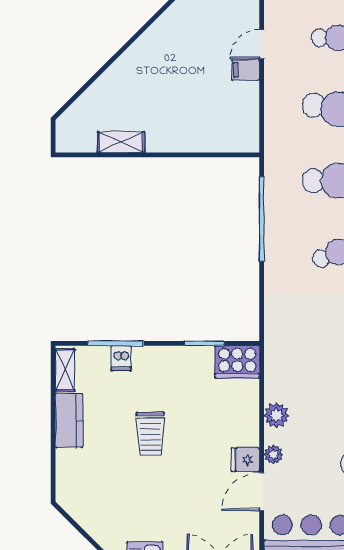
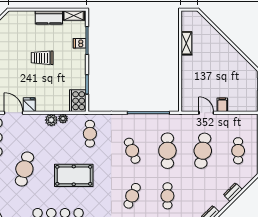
door: (262, 44) -> (206, 113), moved
cafe table: (304, 337) -> (90, 134), added
plant: (273, 454) -> (63, 119), moved

